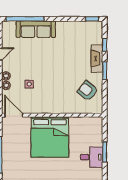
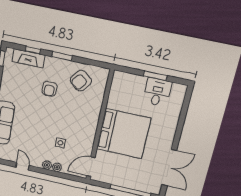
fireplace: (97, 59) -> (28, 58), moved
armchair: (75, 65) -> (50, 89), added

